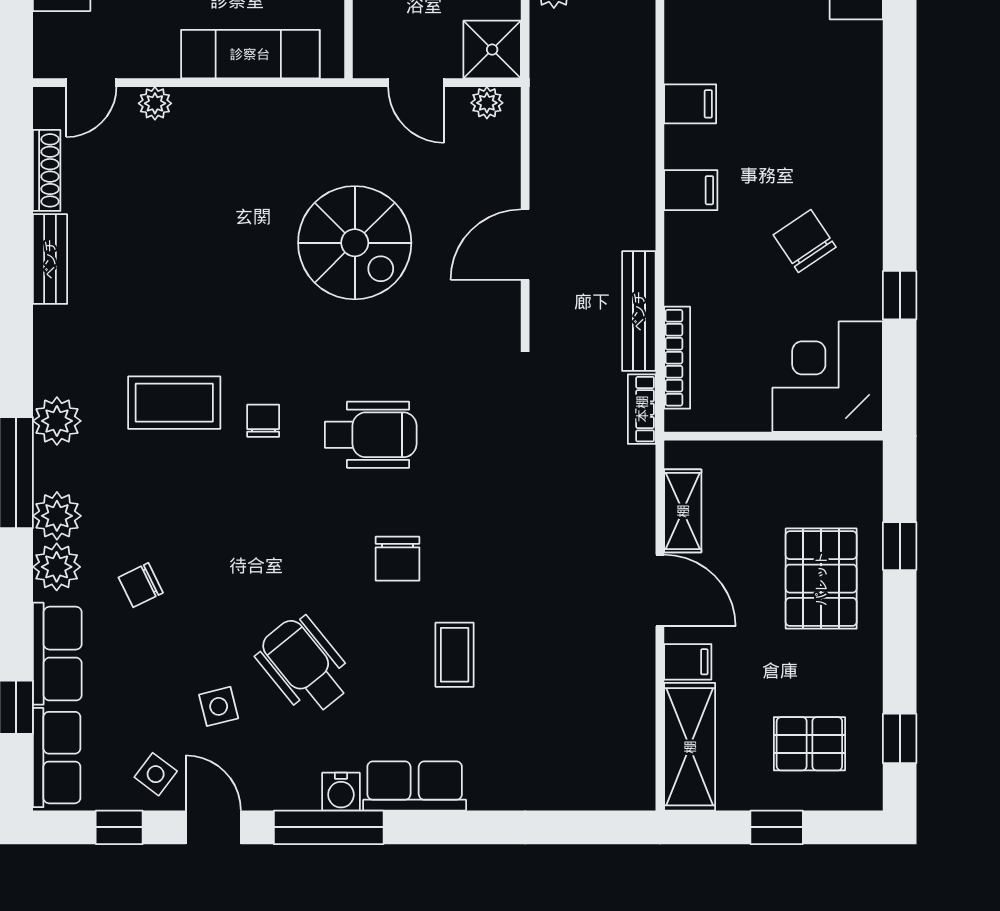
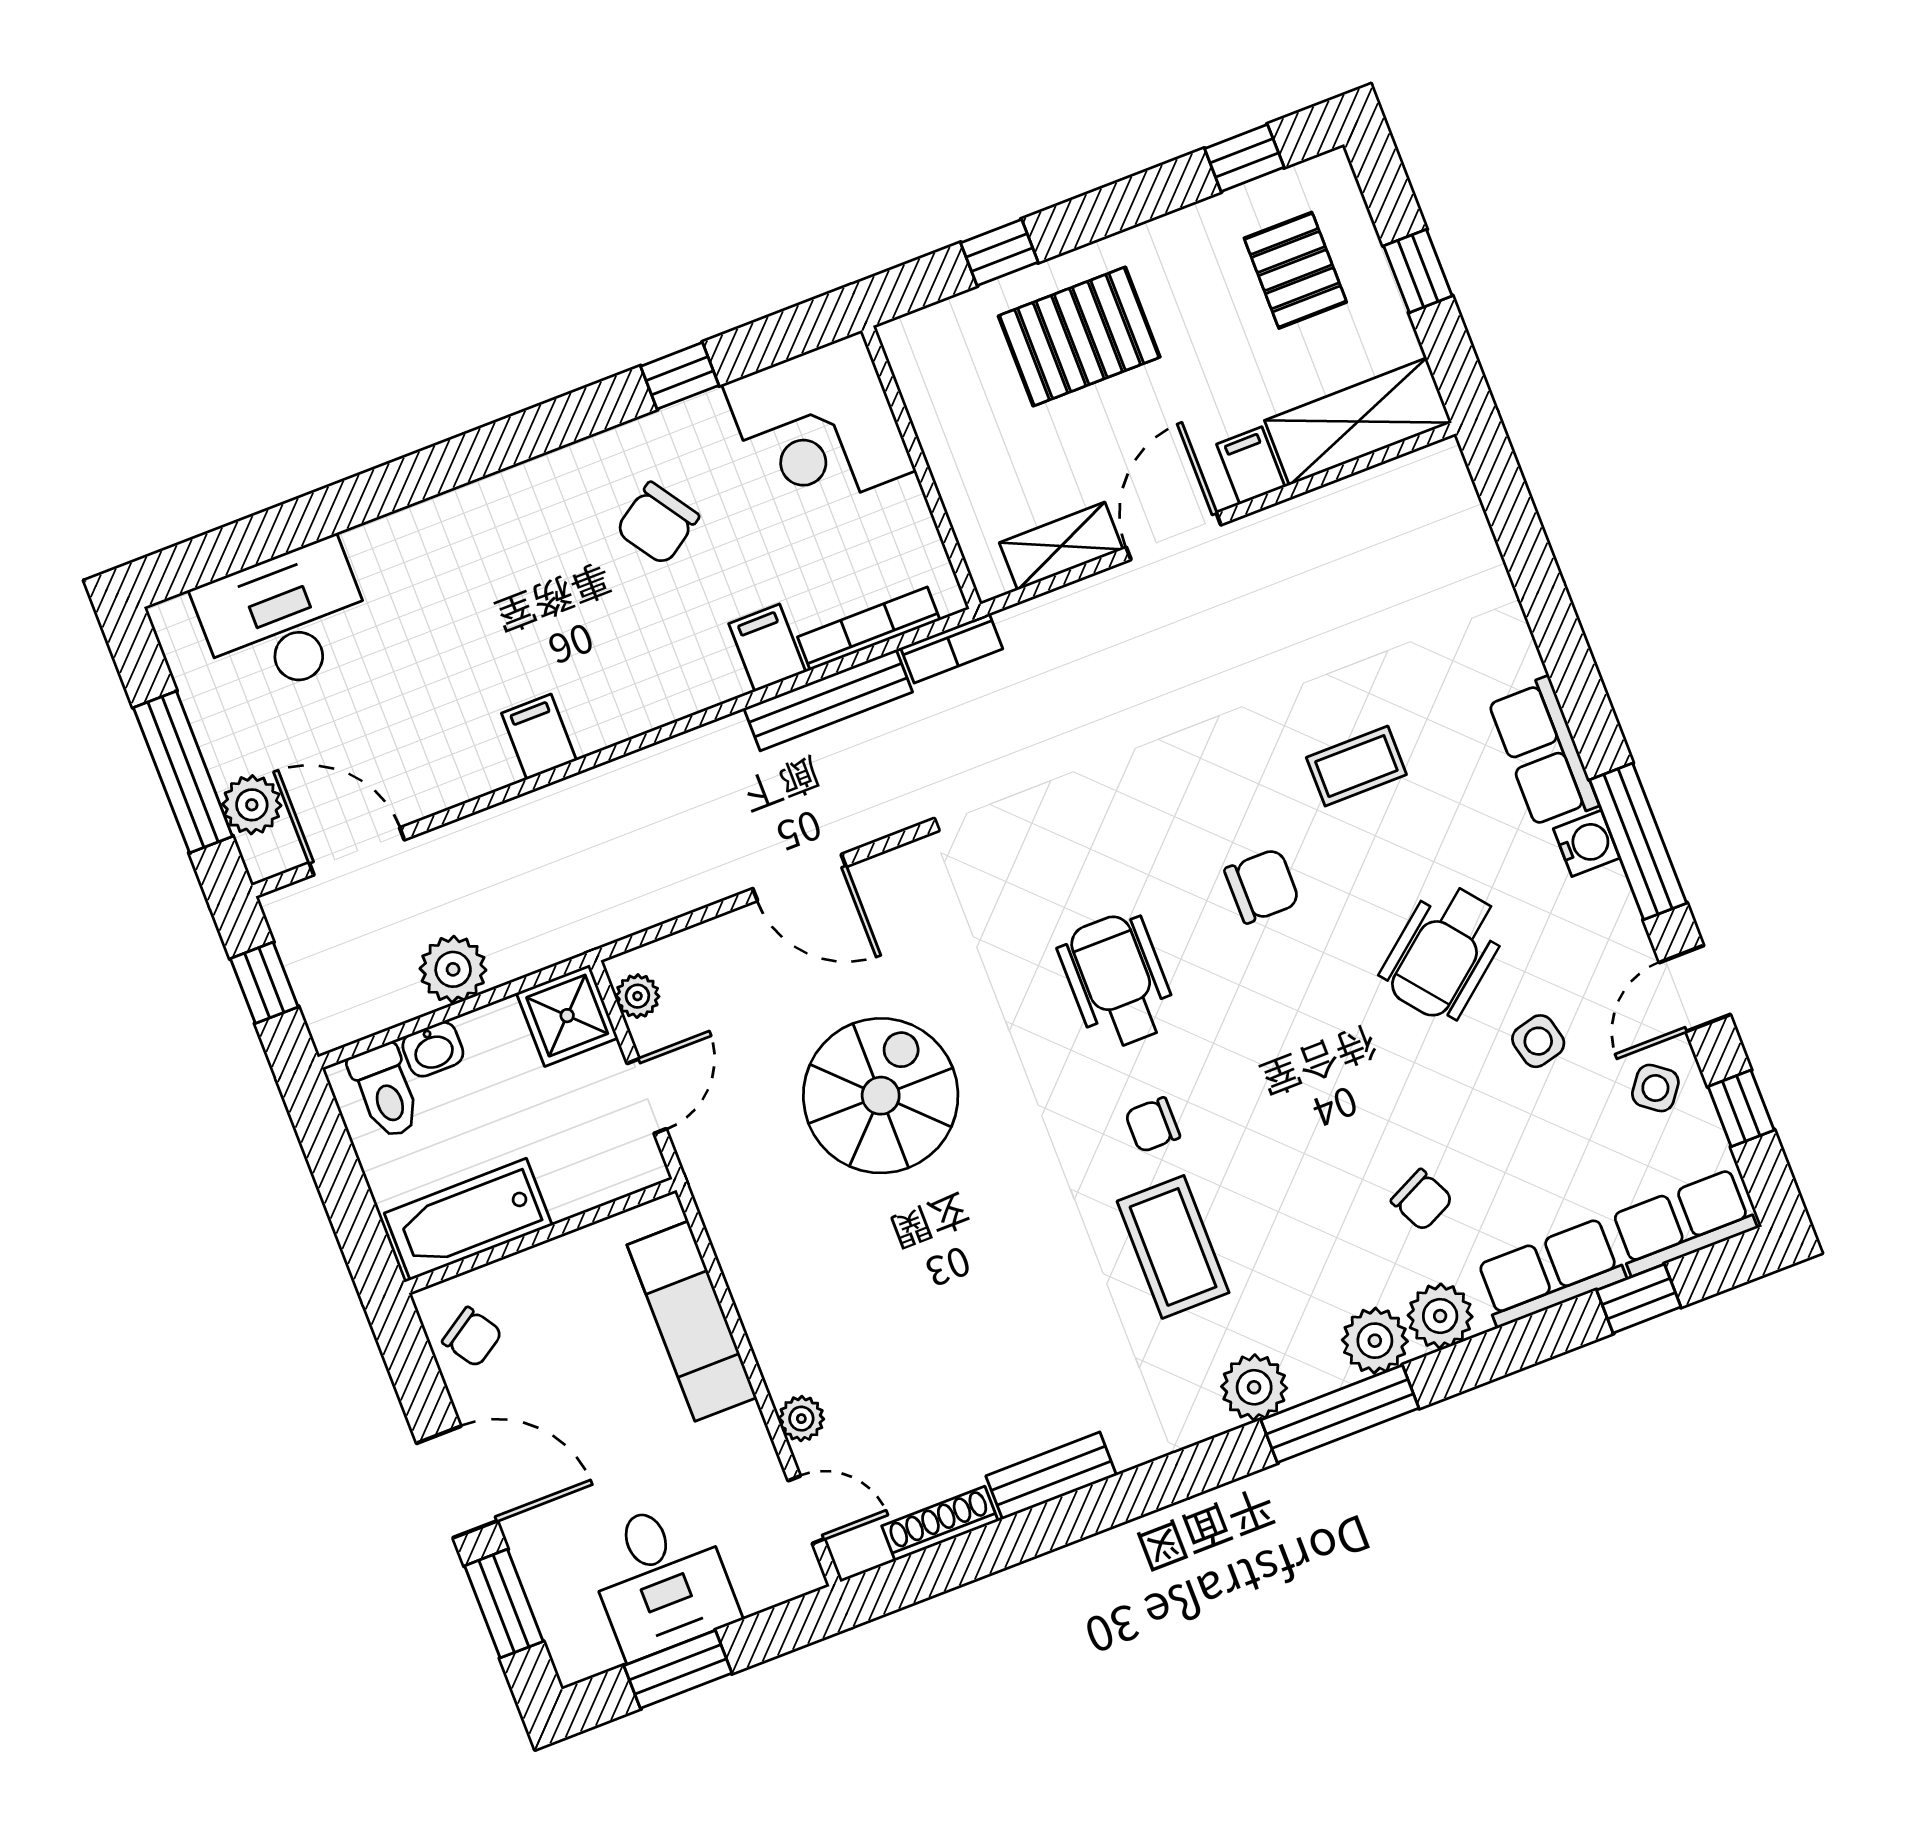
filing cabinet: (691, 190) -> (767, 648), moved

